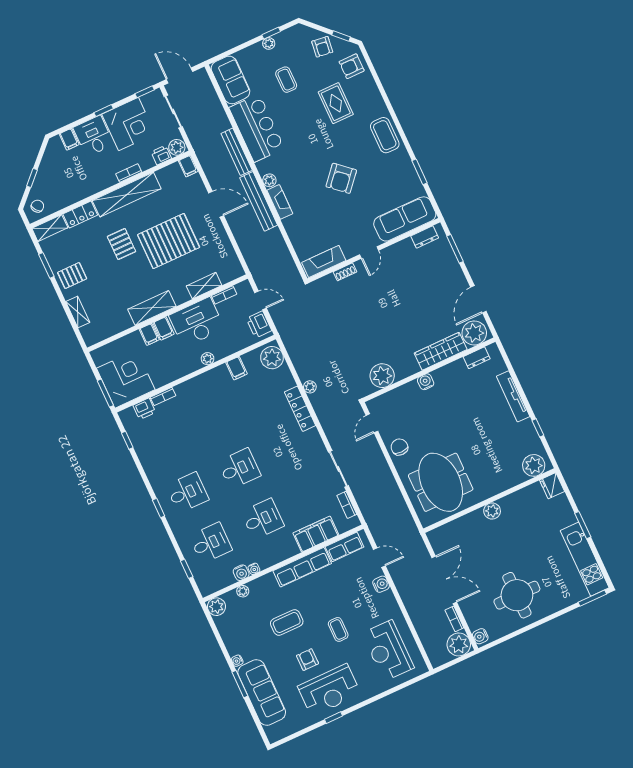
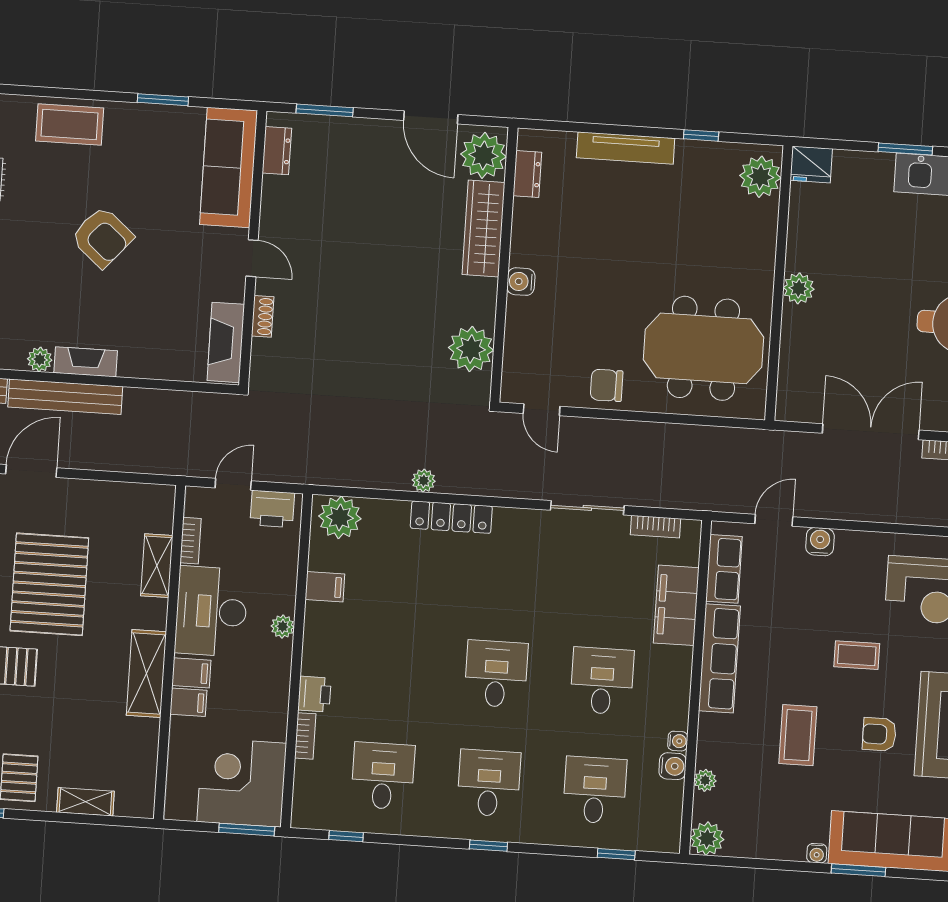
printer: (144, 409) -> (314, 694), moved
desk: (164, 442) -> (383, 776), added

